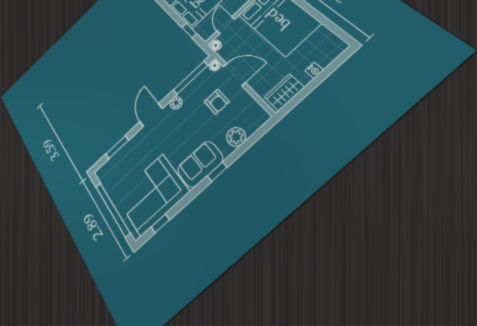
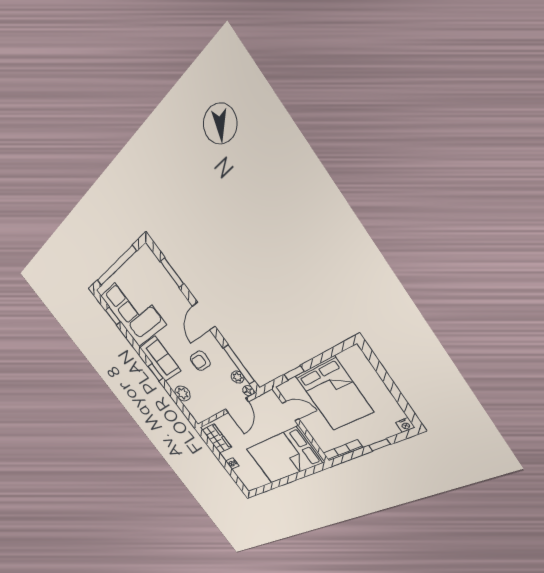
floor lamp: (216, 45) -> (270, 396), removed
armchair: (217, 102) -> (200, 361), moved
plant: (176, 103) -> (238, 377), moved
door: (151, 115) -> (204, 316), swing flipped

